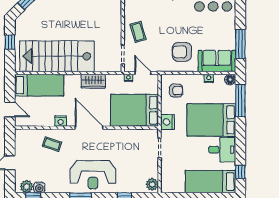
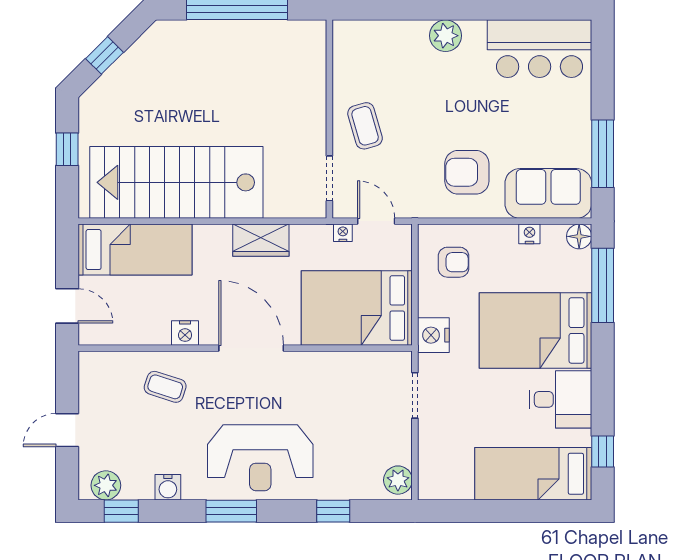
water cooler: (39, 187) -> (168, 487), moved

